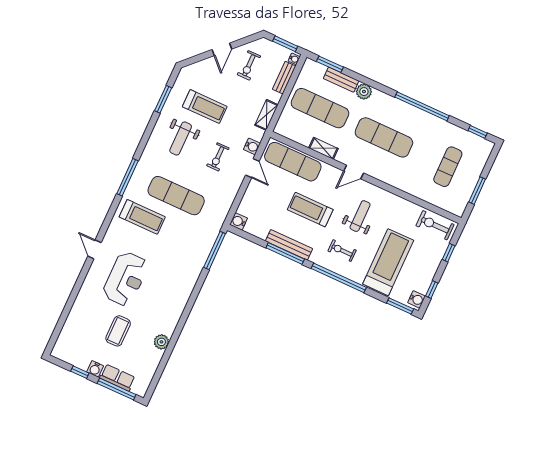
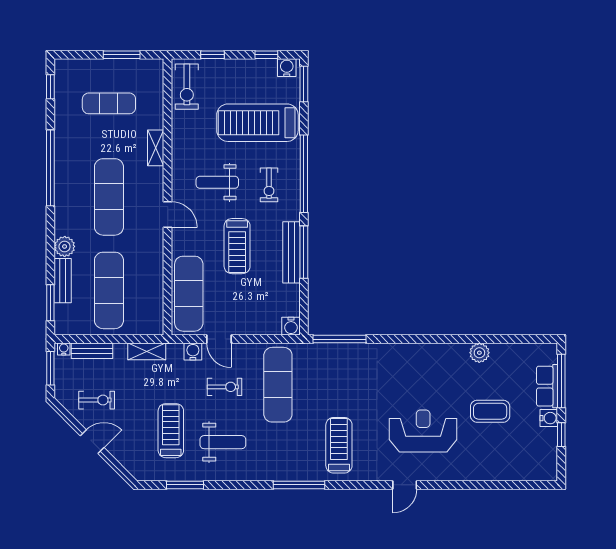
shelving: (323, 148) -> (156, 148), moved
door: (252, 168) -> (219, 339), swing flipped
exercise mat: (176, 196) -> (278, 385), moved

